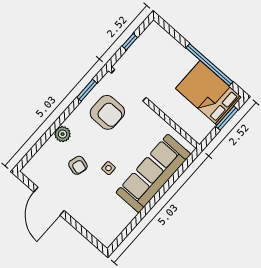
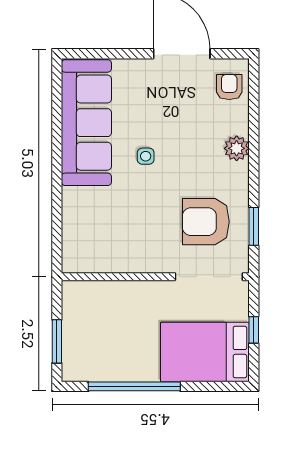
bed: (208, 93) -> (205, 352), moved, turned 180
armchair: (78, 165) -> (229, 87), moved, turned 74
sofa: (153, 173) -> (86, 123), moved

